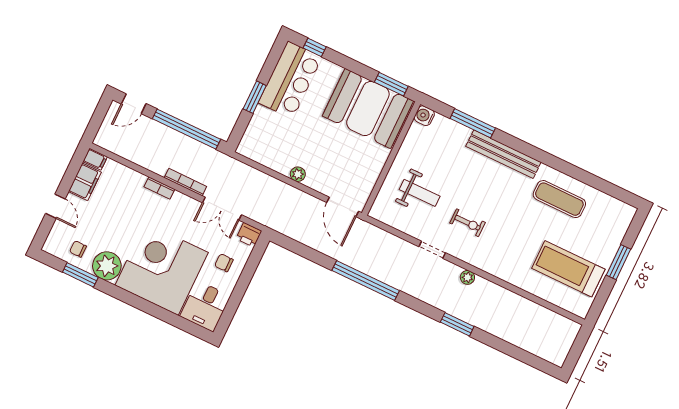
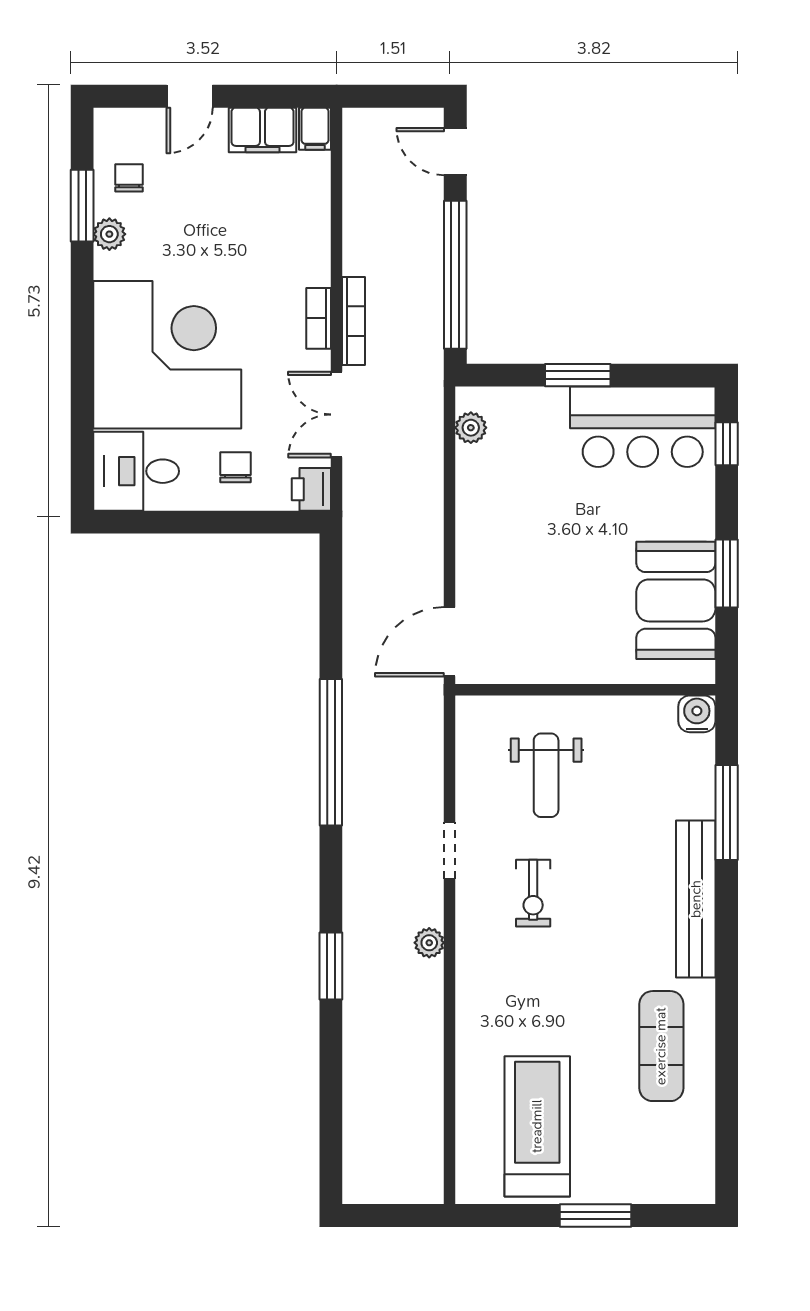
window: (391, 84) -> (727, 574), moved
booth: (368, 108) -> (676, 600), width x0.73, depth x0.70
plant: (298, 174) -> (471, 428), moved
bookcase: (159, 188) -> (319, 318), moved
plant: (107, 266) -> (109, 234), width x0.53, depth x0.53

